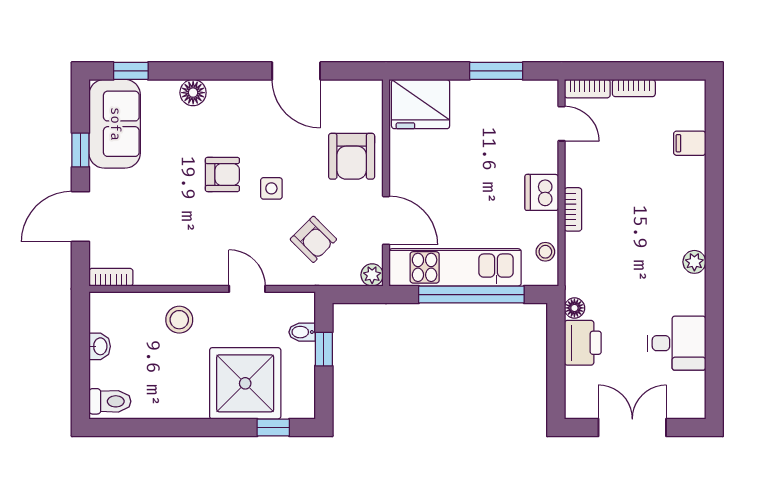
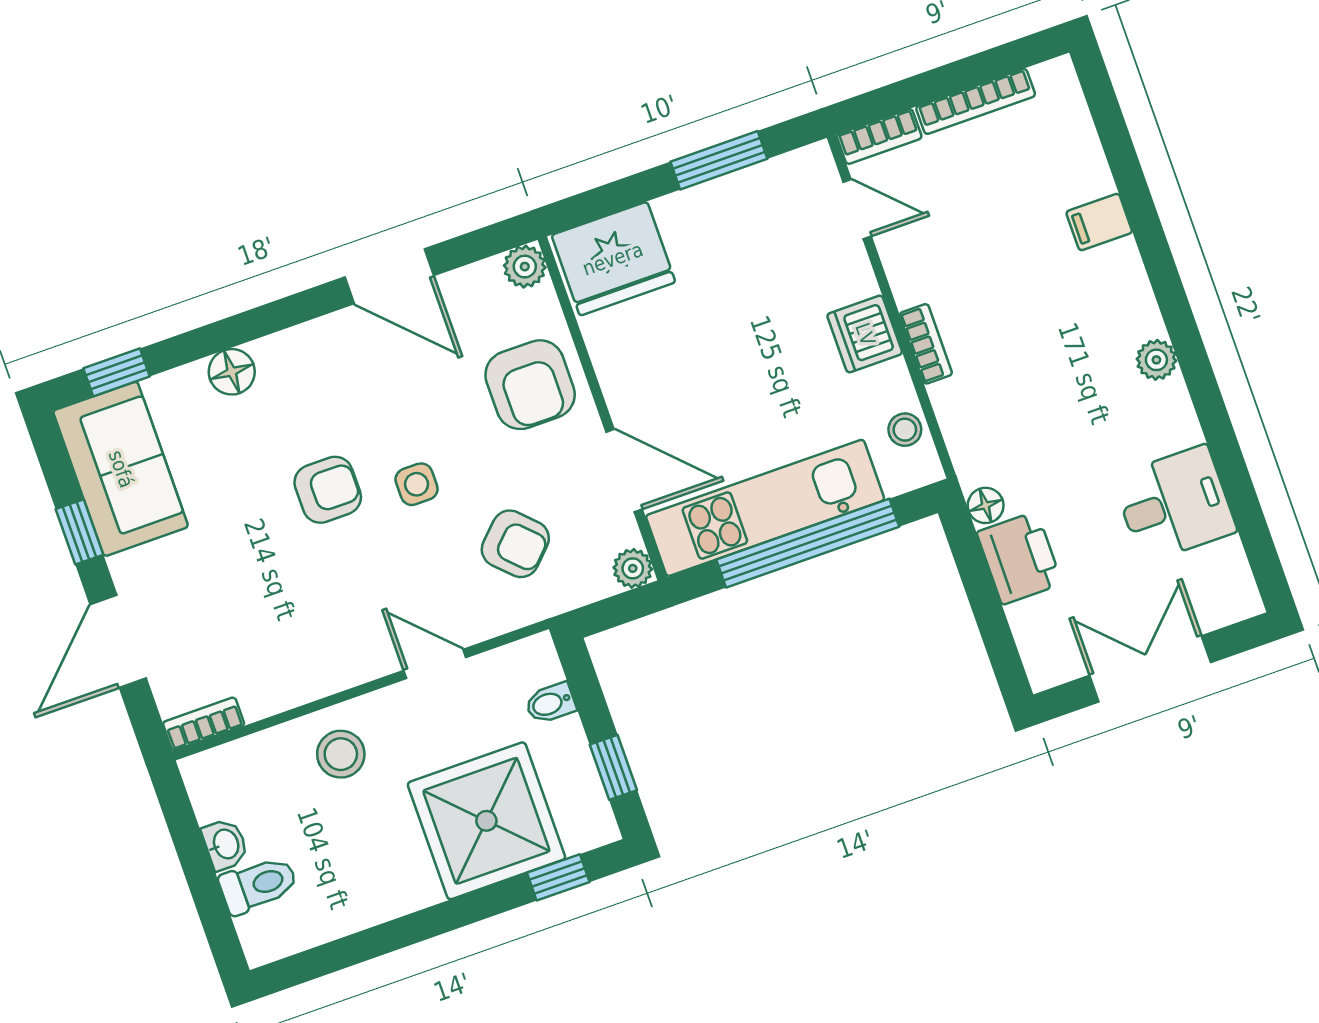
bookcase: (634, 88) -> (976, 101), width x1.56
plant: (371, 91) -> (525, 267), added
filing cabinet: (690, 143) -> (1099, 222), moved
window: (324, 349) -> (613, 767), moved
toilet: (110, 401) -> (258, 885), moved

